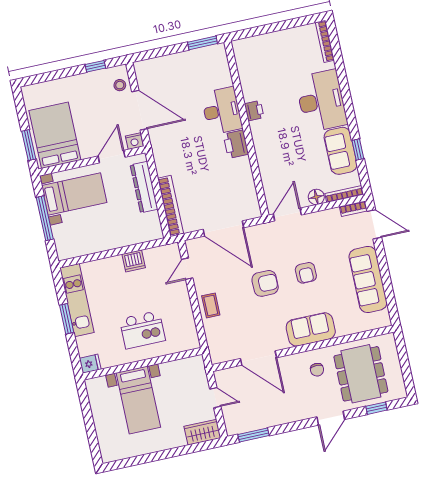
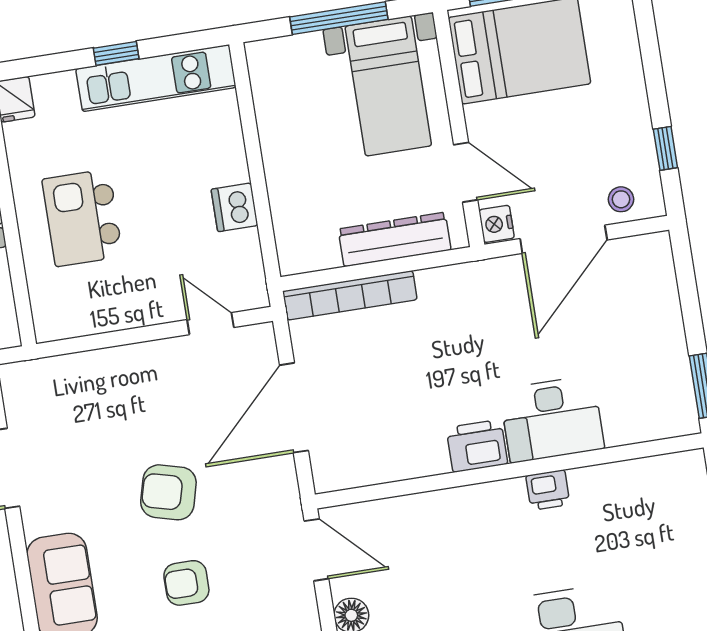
armchair: (265, 283) -> (168, 492), turned 105
coffee table: (211, 305) -> (127, 371), removed
window: (67, 319) -> (116, 53), width x0.67

